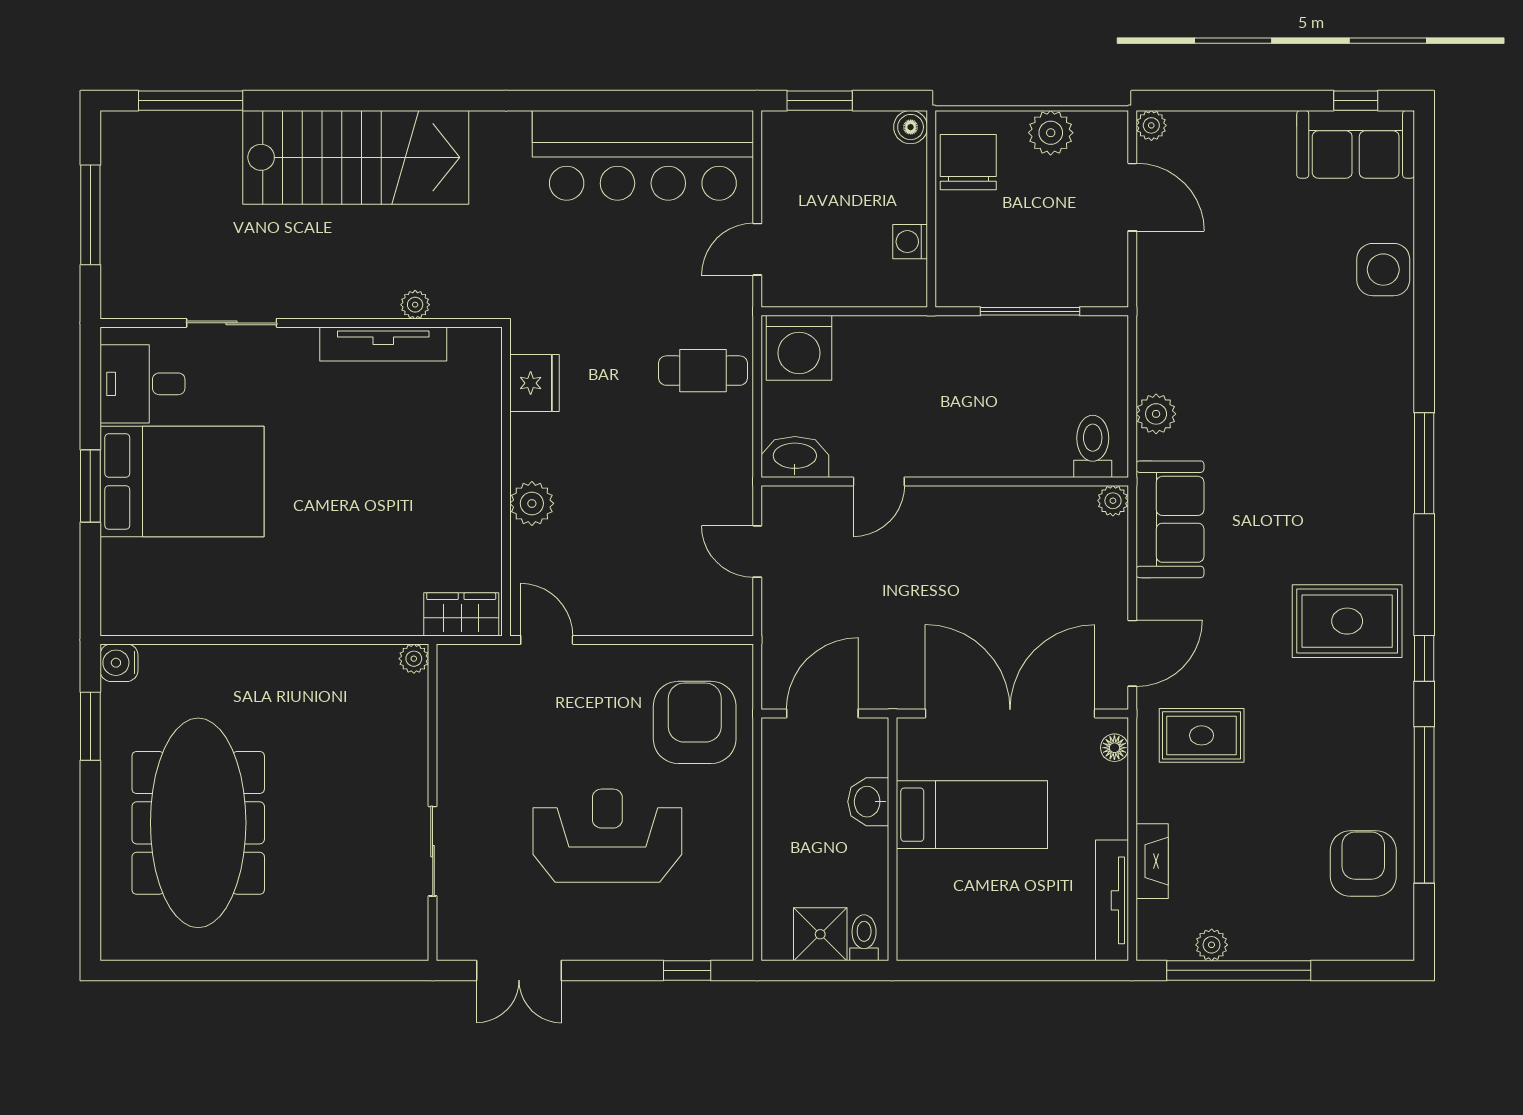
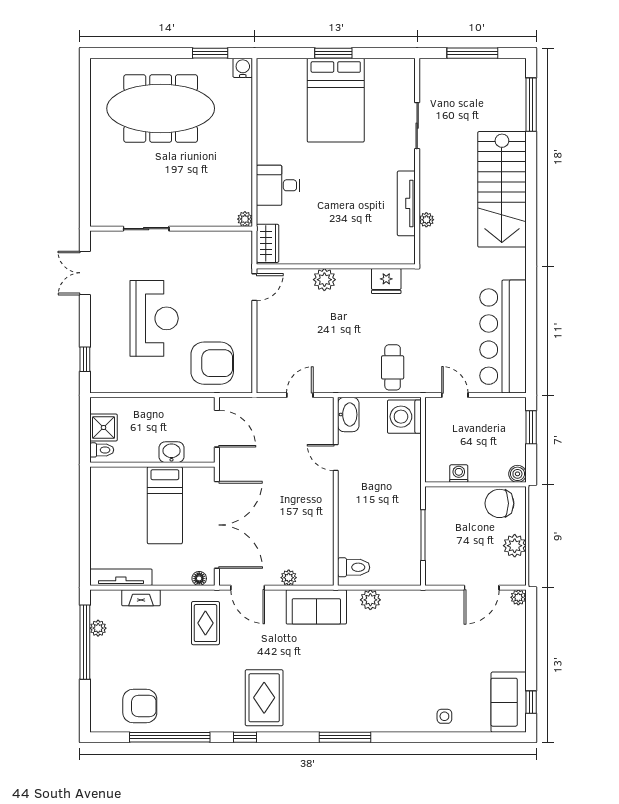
chair: (968, 162) -> (499, 503), turned 180
side table: (1383, 270) -> (444, 716), width x0.54, depth x0.54
desk: (142, 384) -> (278, 185), moved, turned -90
plant: (1113, 501) -> (289, 578), moved

